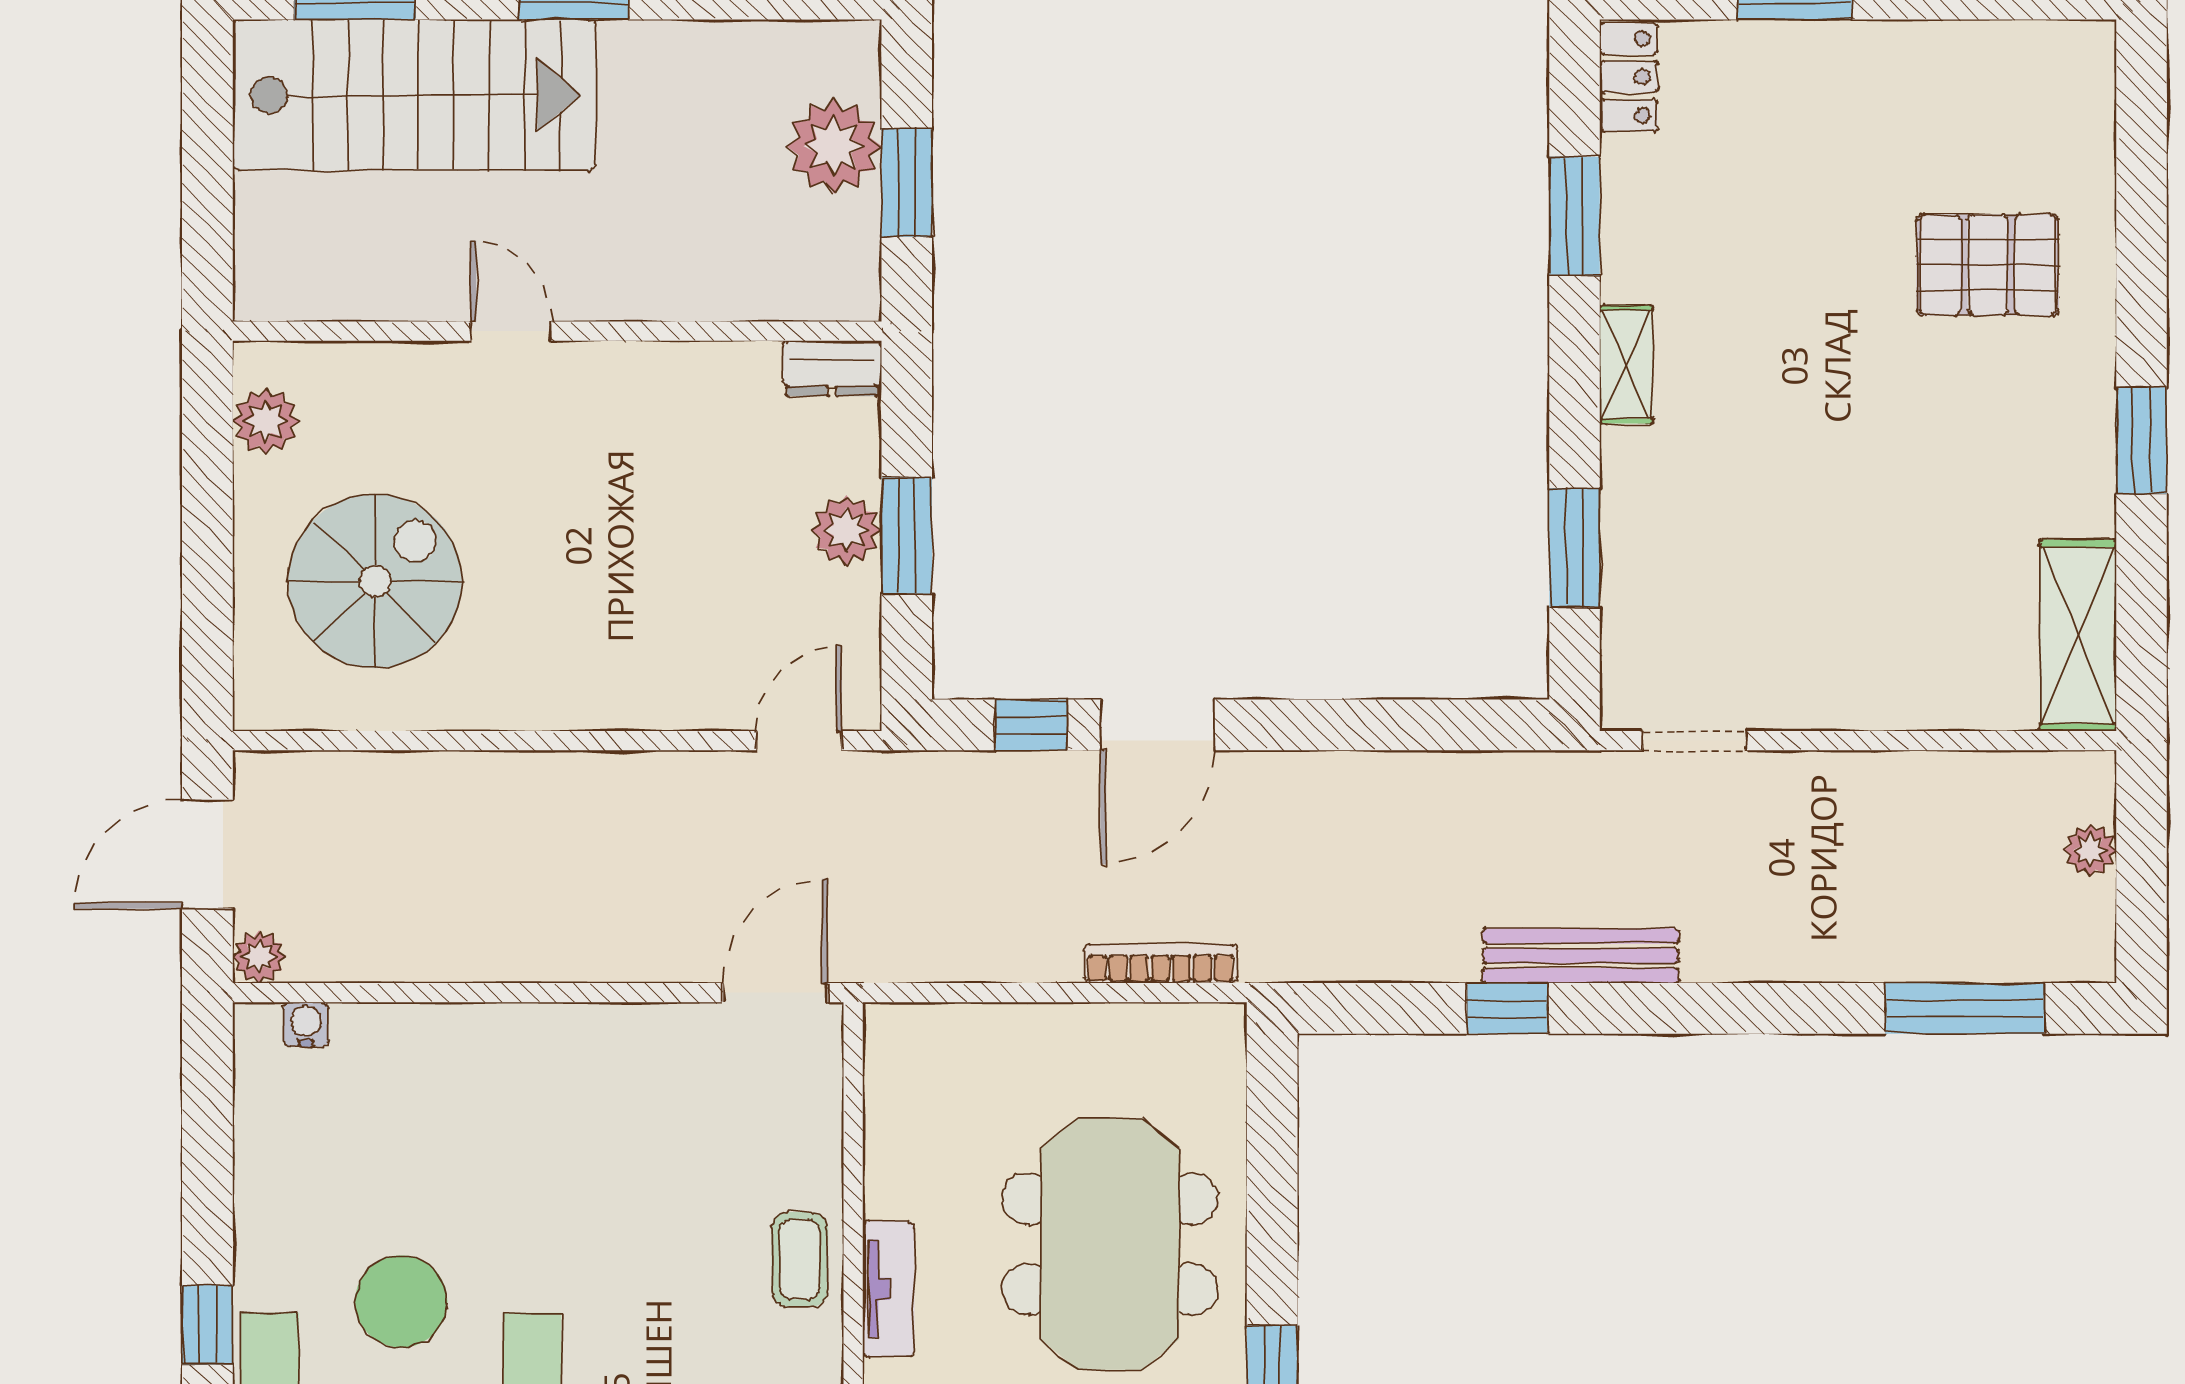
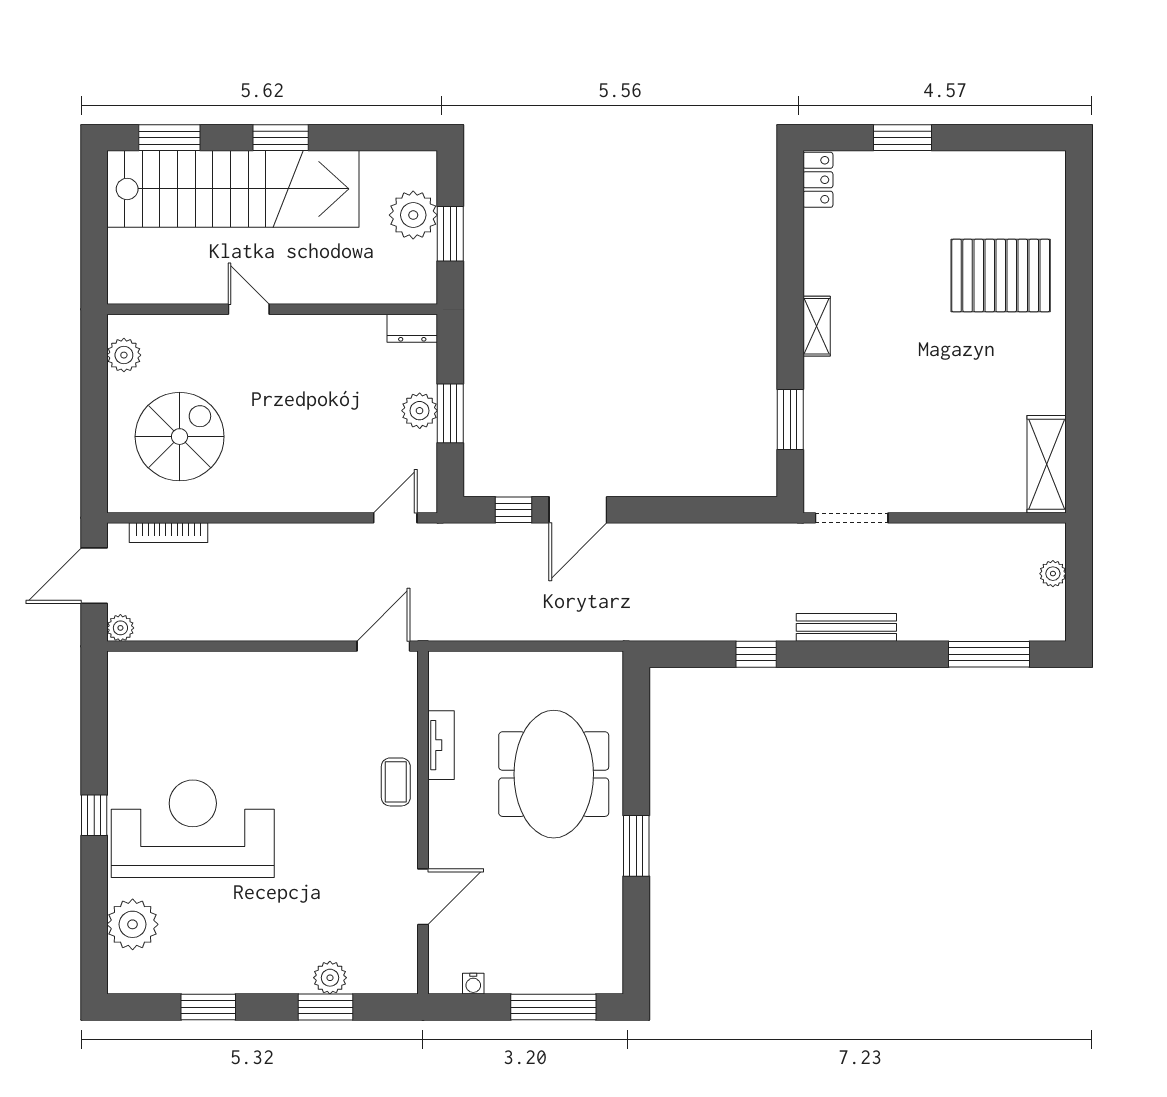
stairs: (414, 95) -> (233, 189), width x1.36
window: (1575, 216) -> (790, 251), removed
pallet: (1988, 265) -> (1001, 276), width x1.37, depth x1.41
window: (2142, 440) -> (1079, 365), removed
doorway: (1695, 741) -> (852, 518), width x1.38
bench: (1581, 956) -> (846, 627), moved
bookcase: (1160, 964) -> (169, 533), moved, turned 180
water cooler: (306, 1024) -> (144, 662), removed
tv unit: (889, 1289) -> (441, 745), moved

